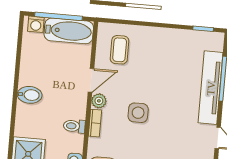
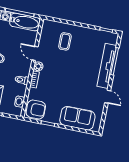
coffee table: (120, 50) -> (65, 41), moved
door: (91, 80) -> (35, 53), swing flipped
side table: (138, 113) -> (61, 76), removed

